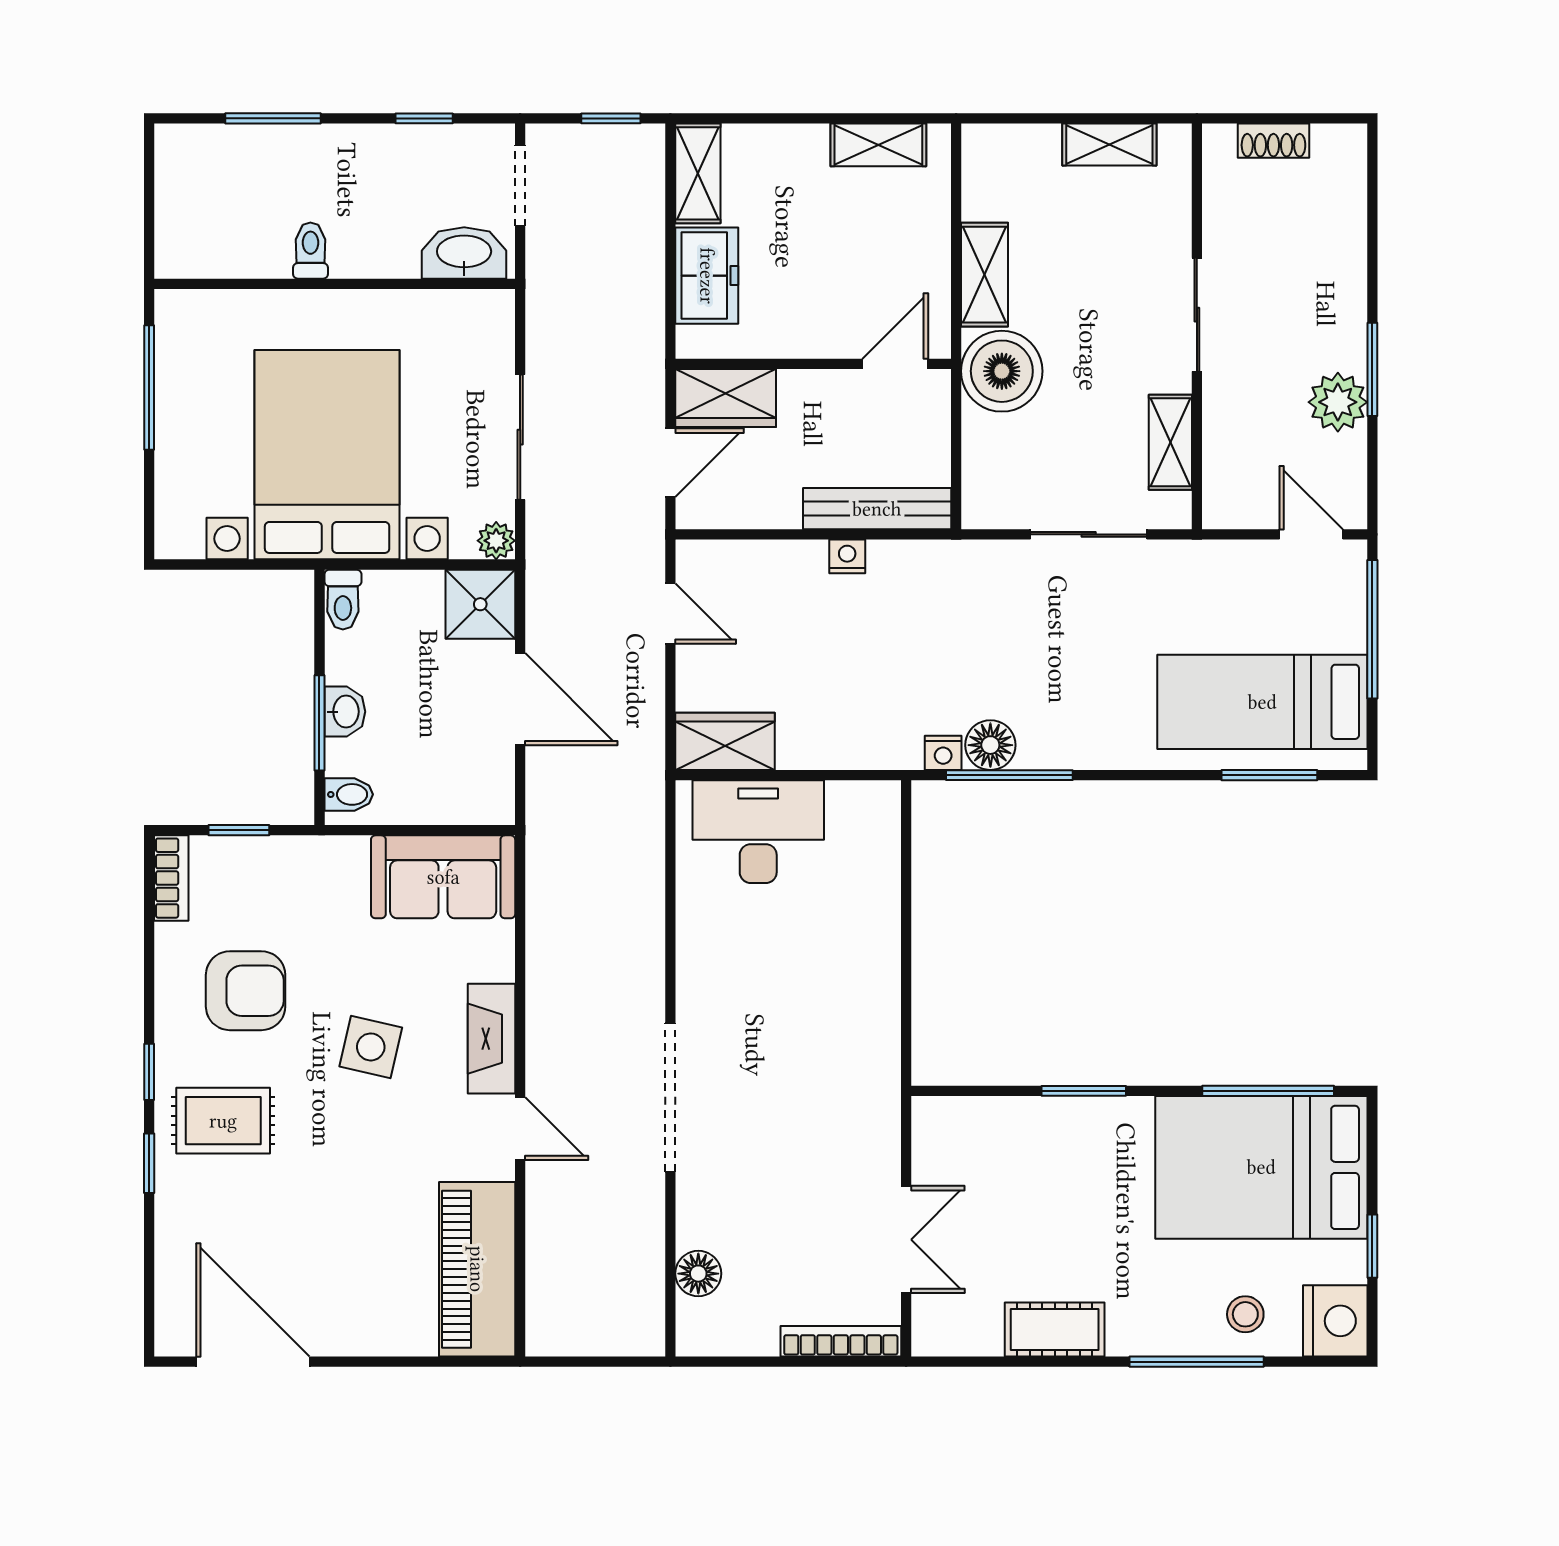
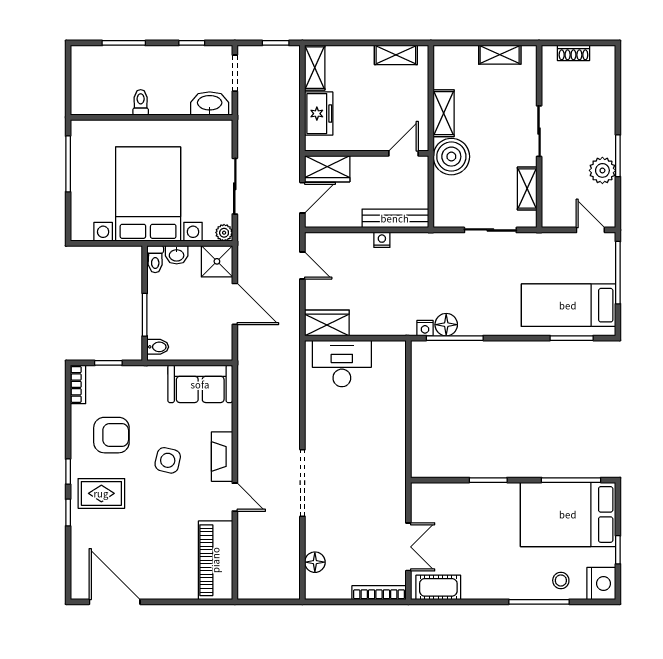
washbasin: (345, 712) -> (177, 255), moved, turned 90
cot: (1055, 1330) -> (438, 587), moved

